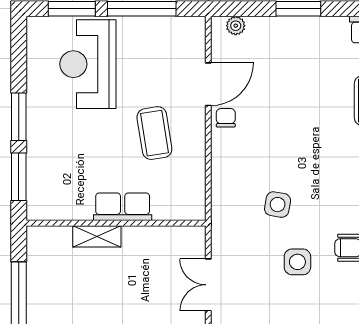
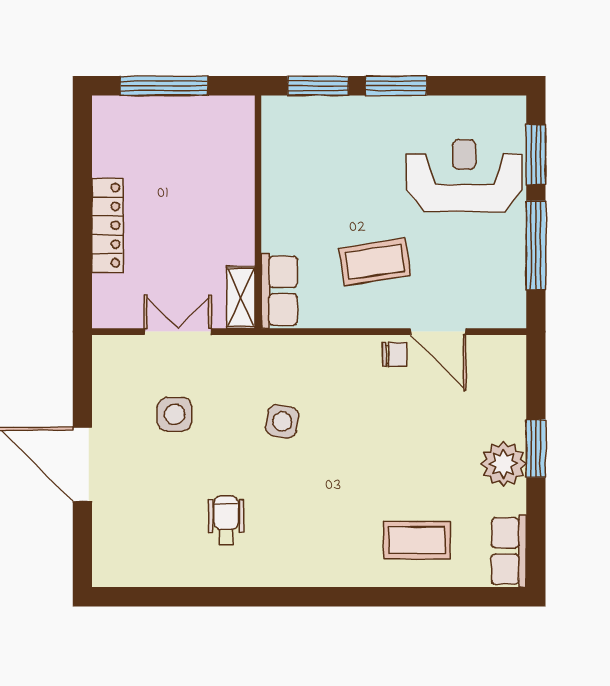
plant: (236, 26) -> (503, 464), moved, width x1.87, depth x1.87
row of seats: (123, 207) -> (279, 291), moved
shelving: (97, 236) -> (241, 297), moved
side table: (297, 262) -> (174, 414), moved

